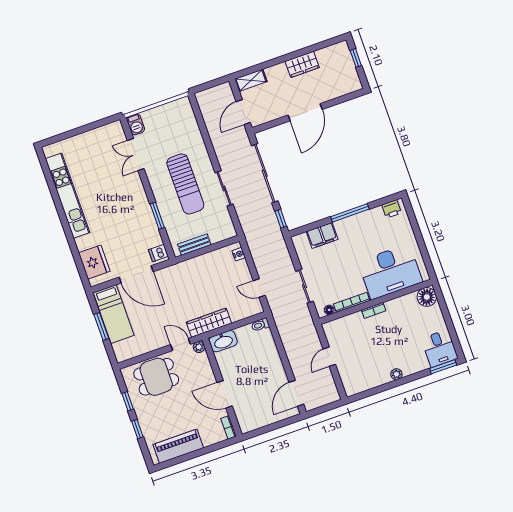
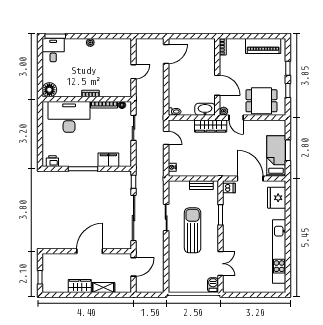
shelving: (251, 80) -> (103, 288), moved
door: (225, 394) -> (217, 85), moved

